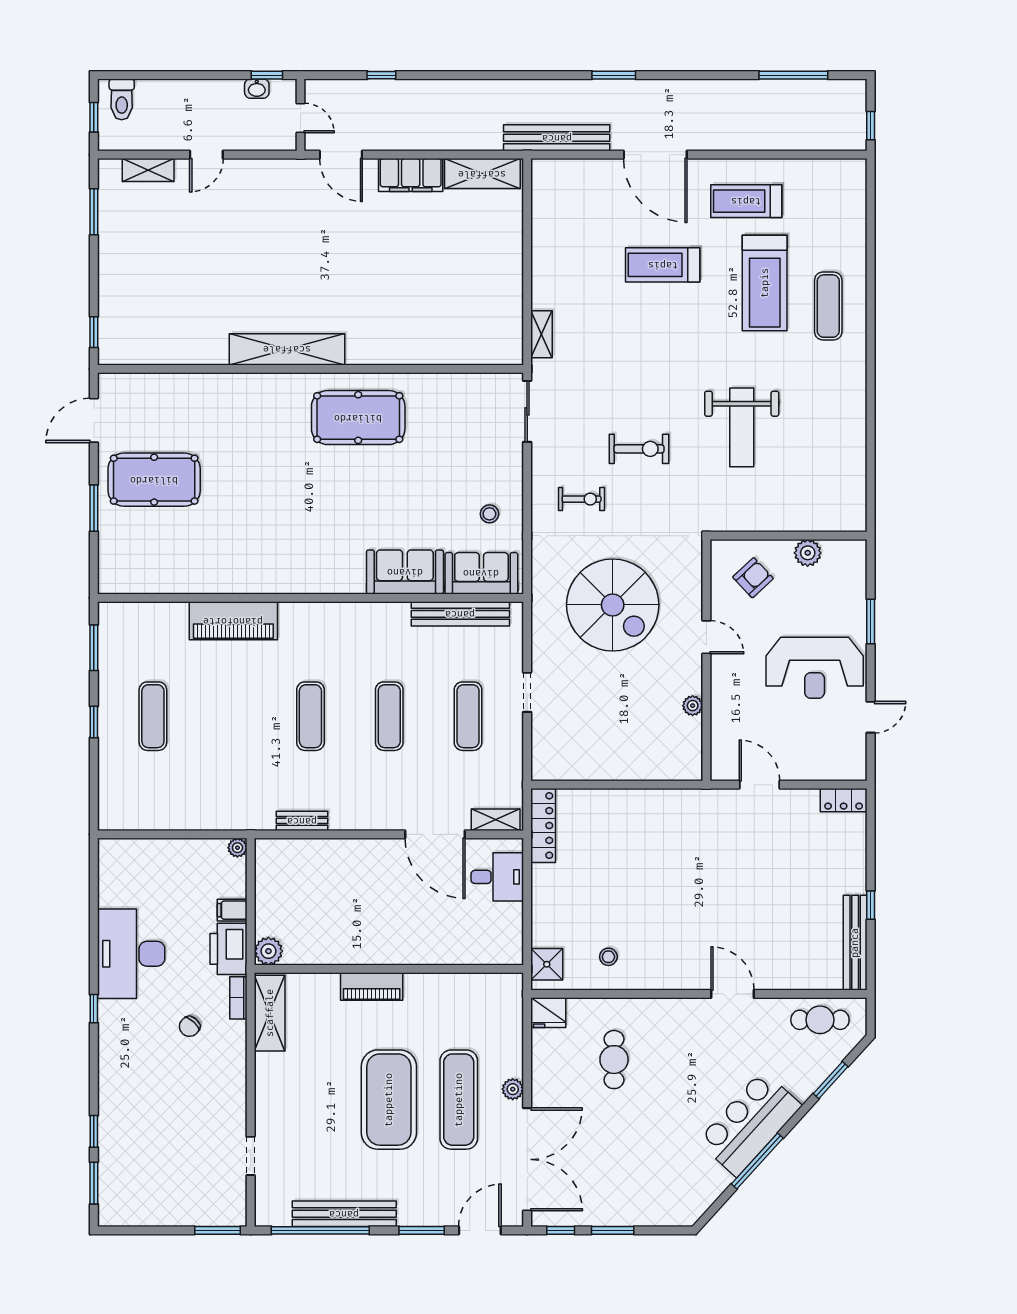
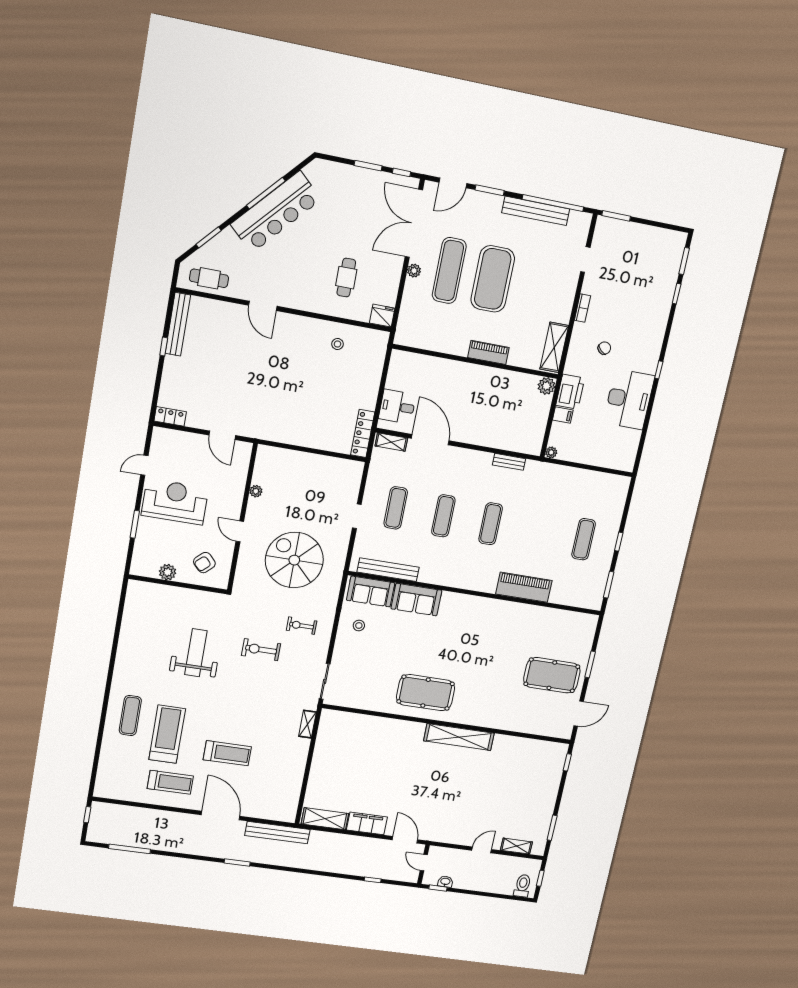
shower: (547, 964) -> (377, 346), removed
bookcase: (238, 998) -> (582, 308), moved
bar counter: (749, 1123) -> (276, 212), width x1.36

